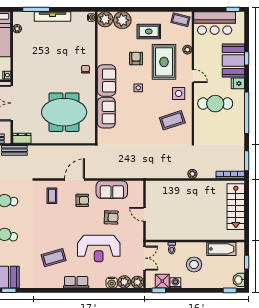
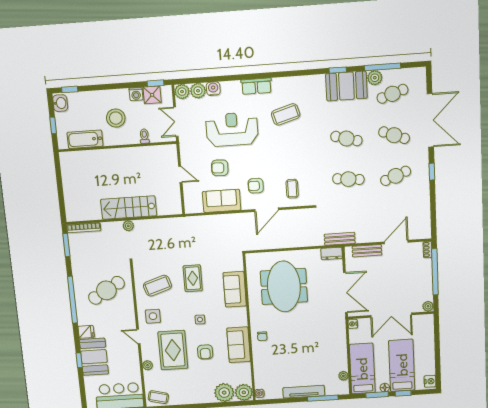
rug: (149, 31) -> (193, 278), moved, turned 90
sofa: (107, 80) -> (239, 345), moved
cafe table: (215, 104) -> (106, 290), moved, turned -30
meeting table: (64, 112) -> (284, 286), turned 90
stairs: (236, 207) -> (129, 208), moved, turned -90

